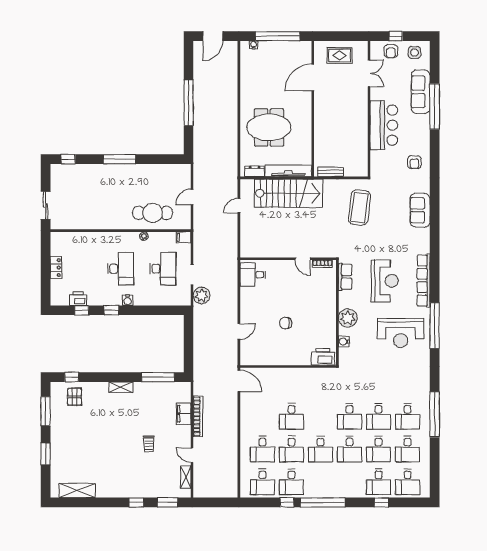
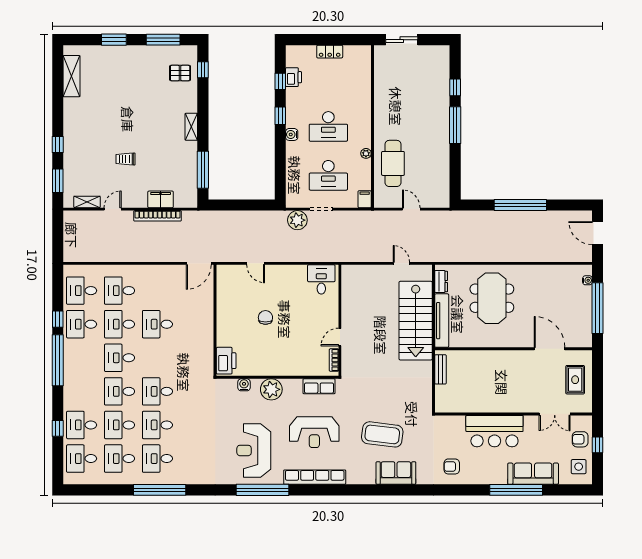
window: (68, 159) -> (455, 87), moved
coffee table: (359, 208) -> (382, 434), moved

